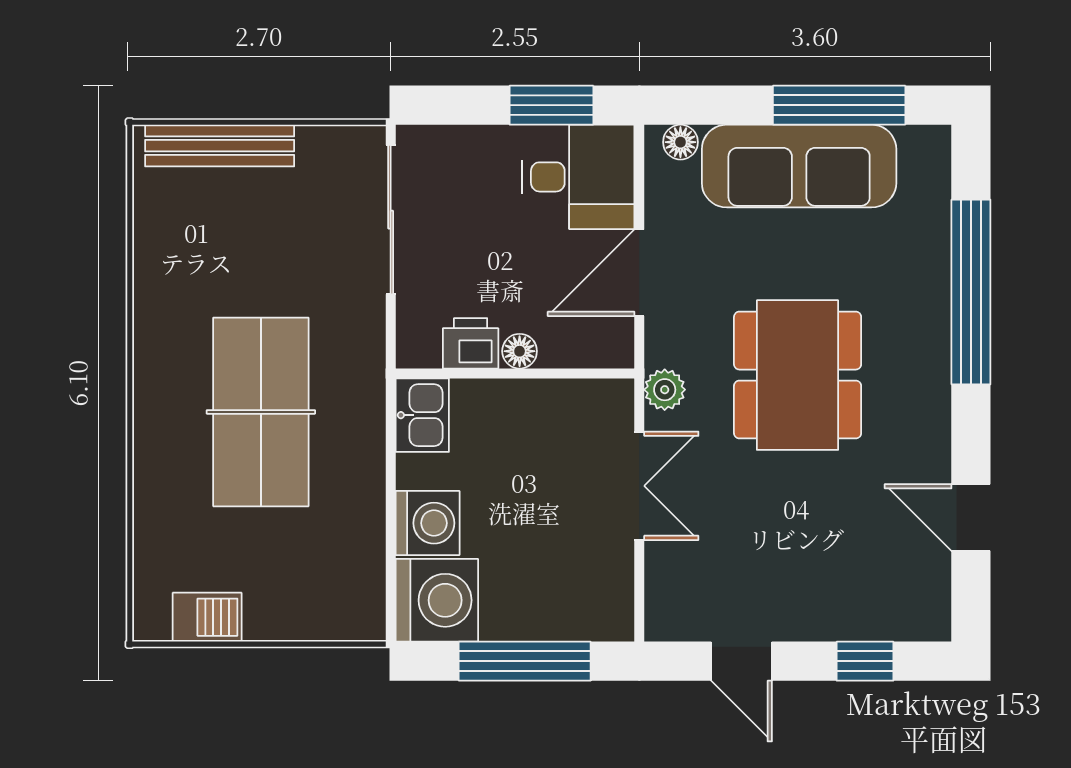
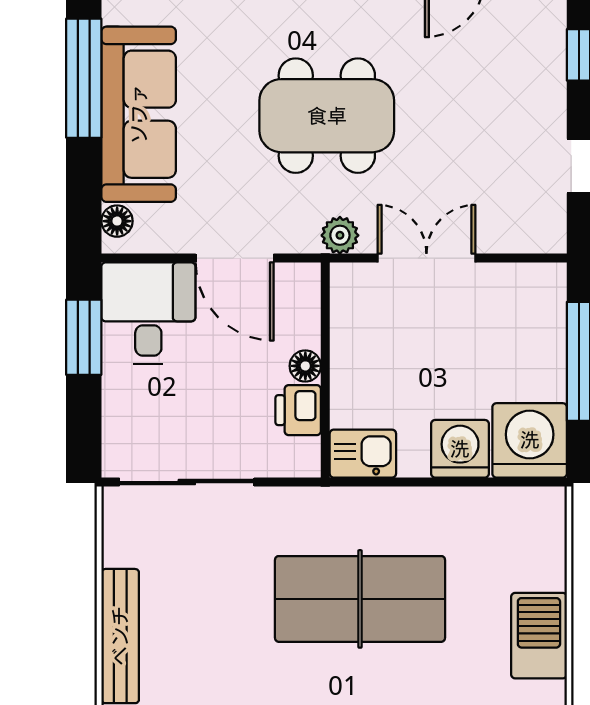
barbecue: (207, 617) -> (539, 636), width x1.38, depth x1.27

